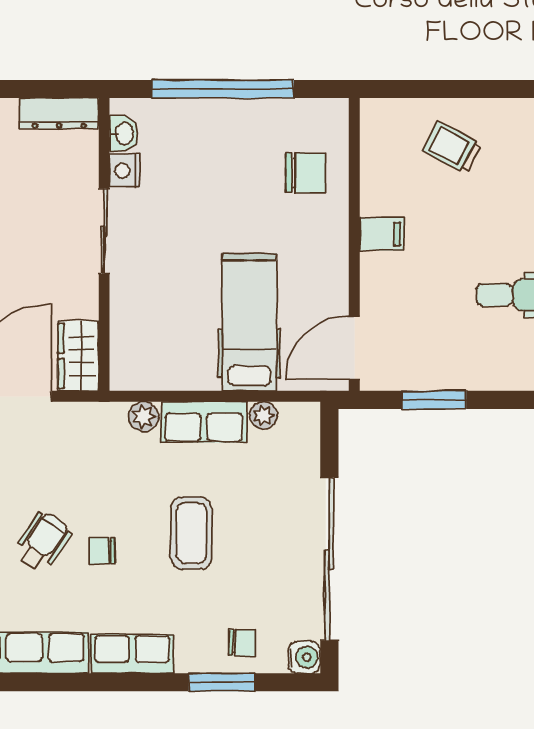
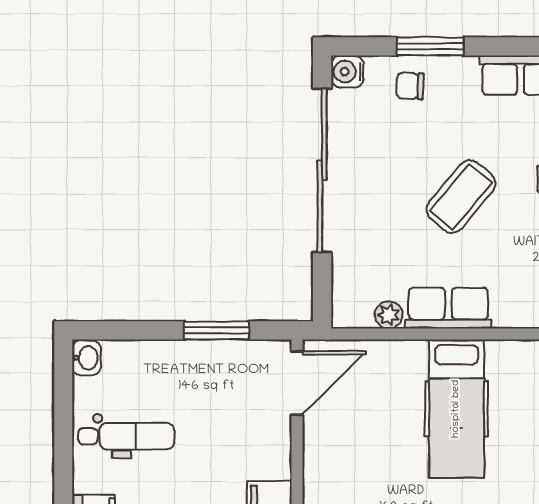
hospital bed: (249, 322) -> (456, 409), moved
plant: (143, 417) -> (509, 314), removed
coffee table: (191, 533) -> (461, 197), turned 40

